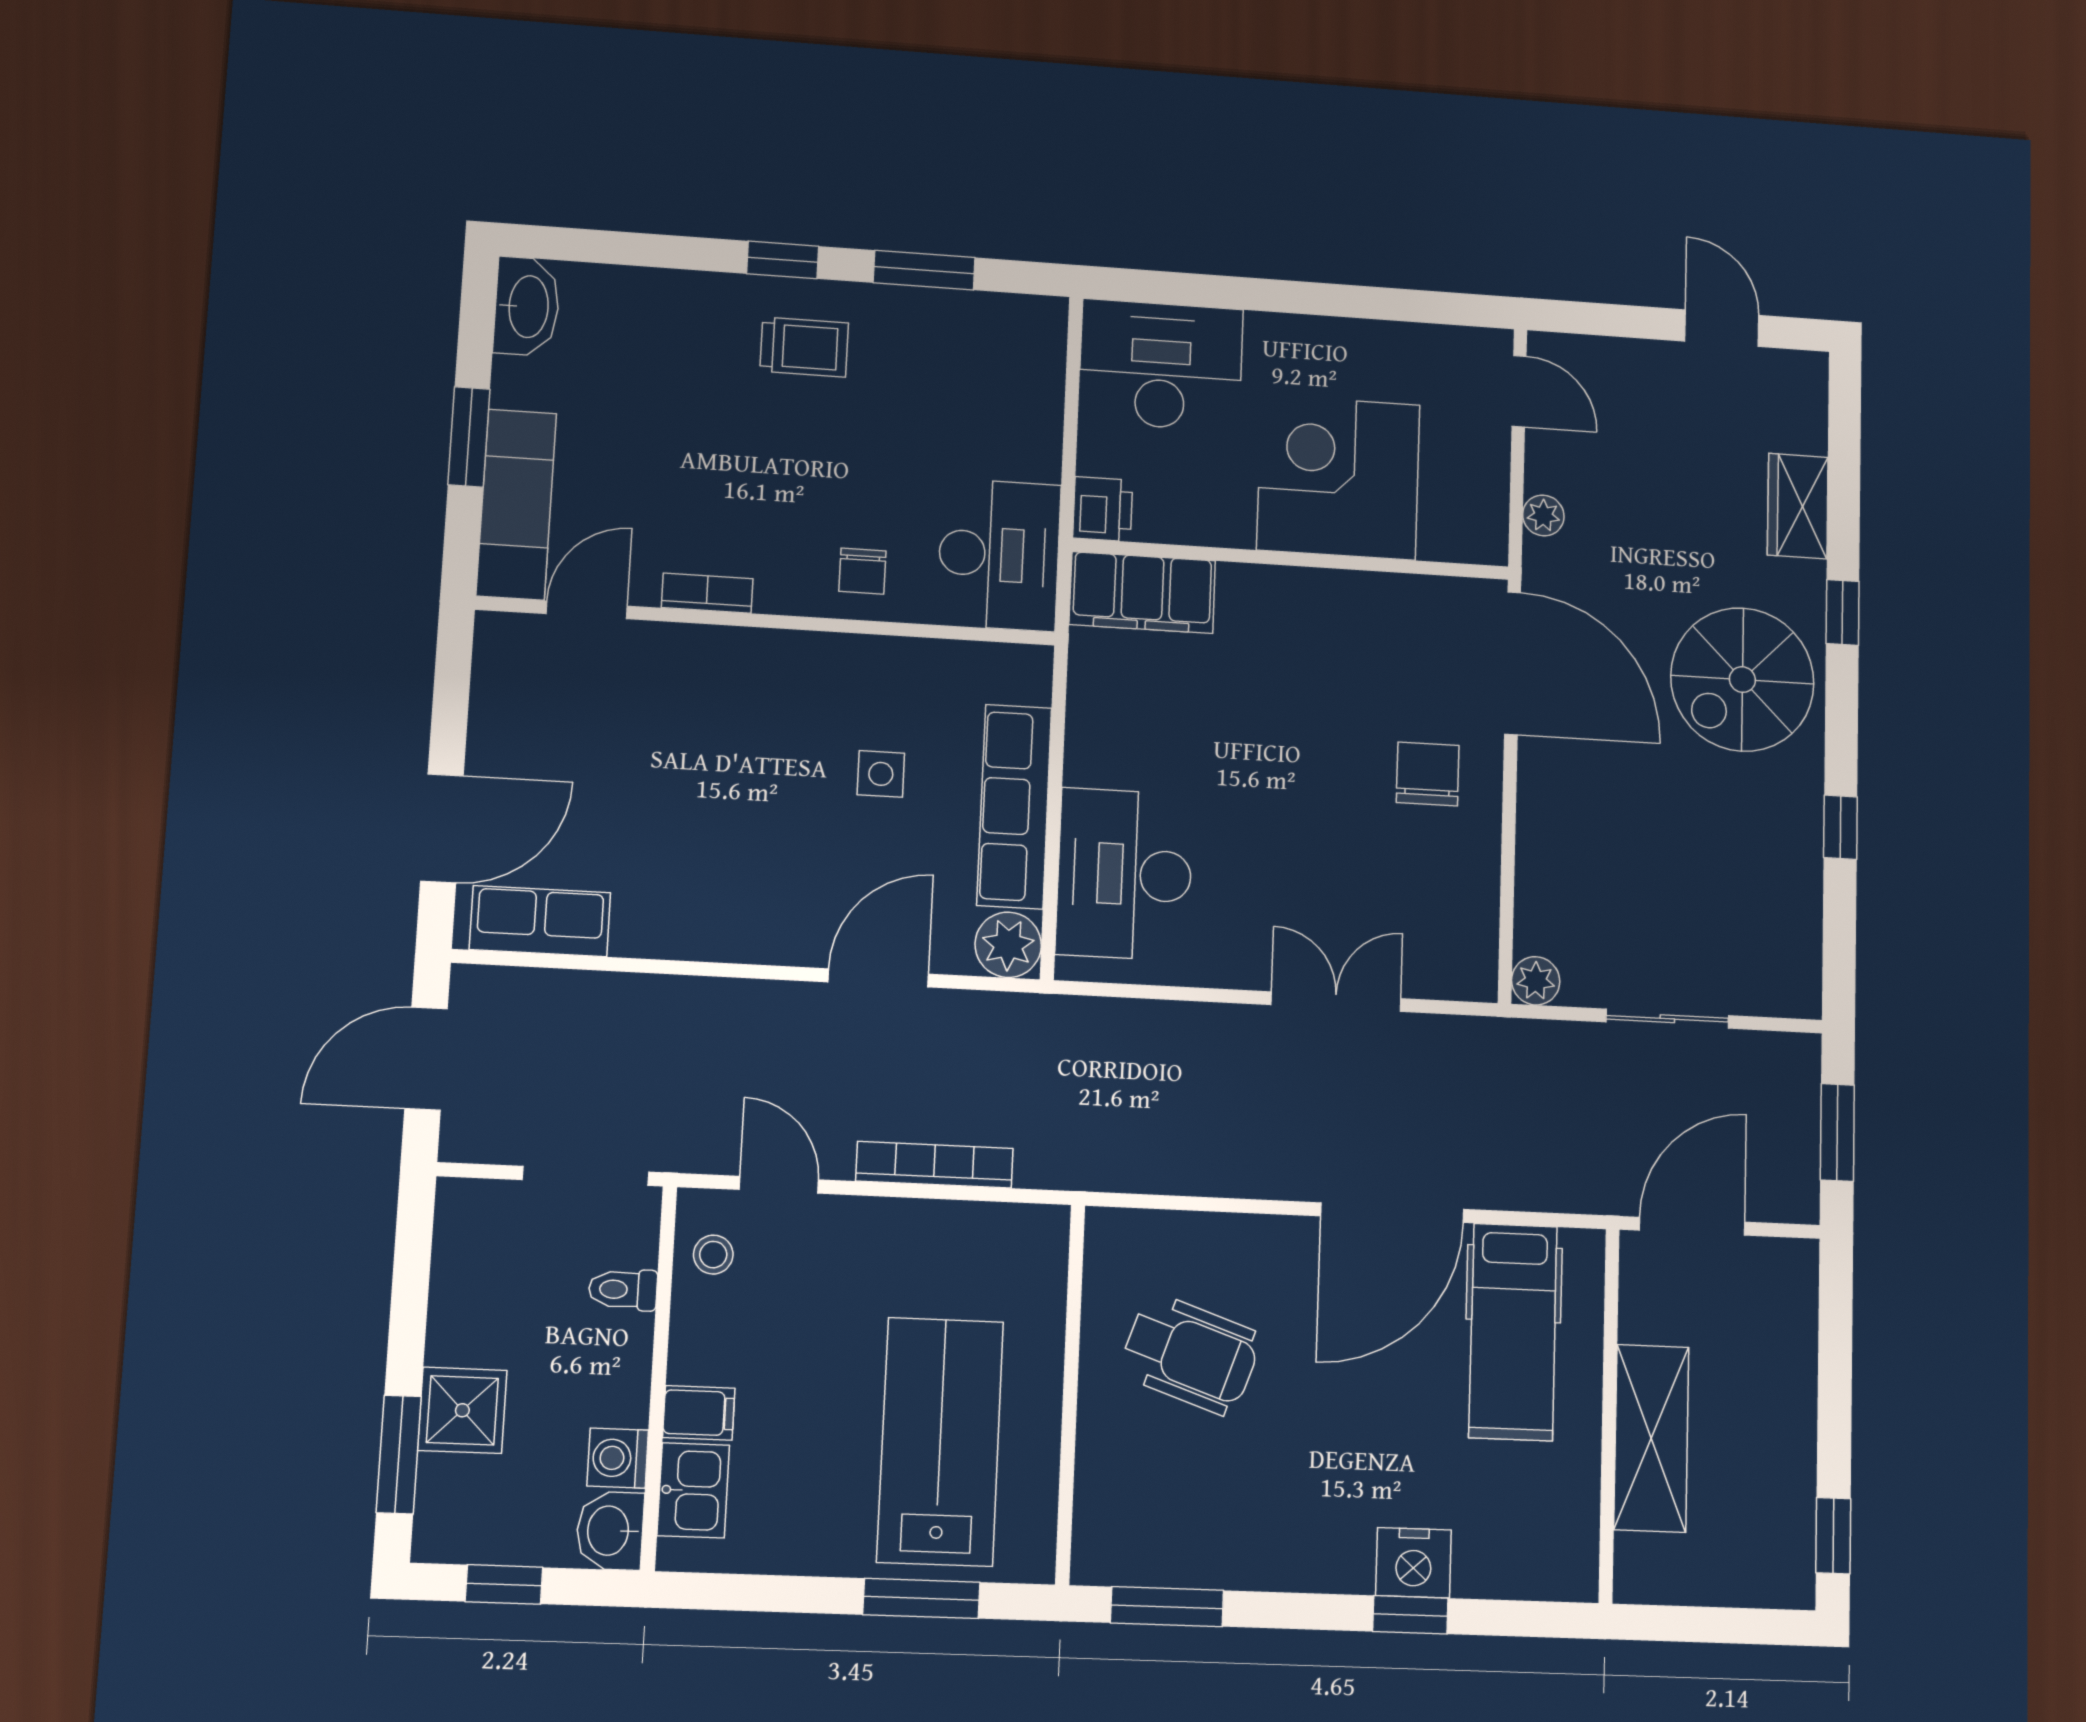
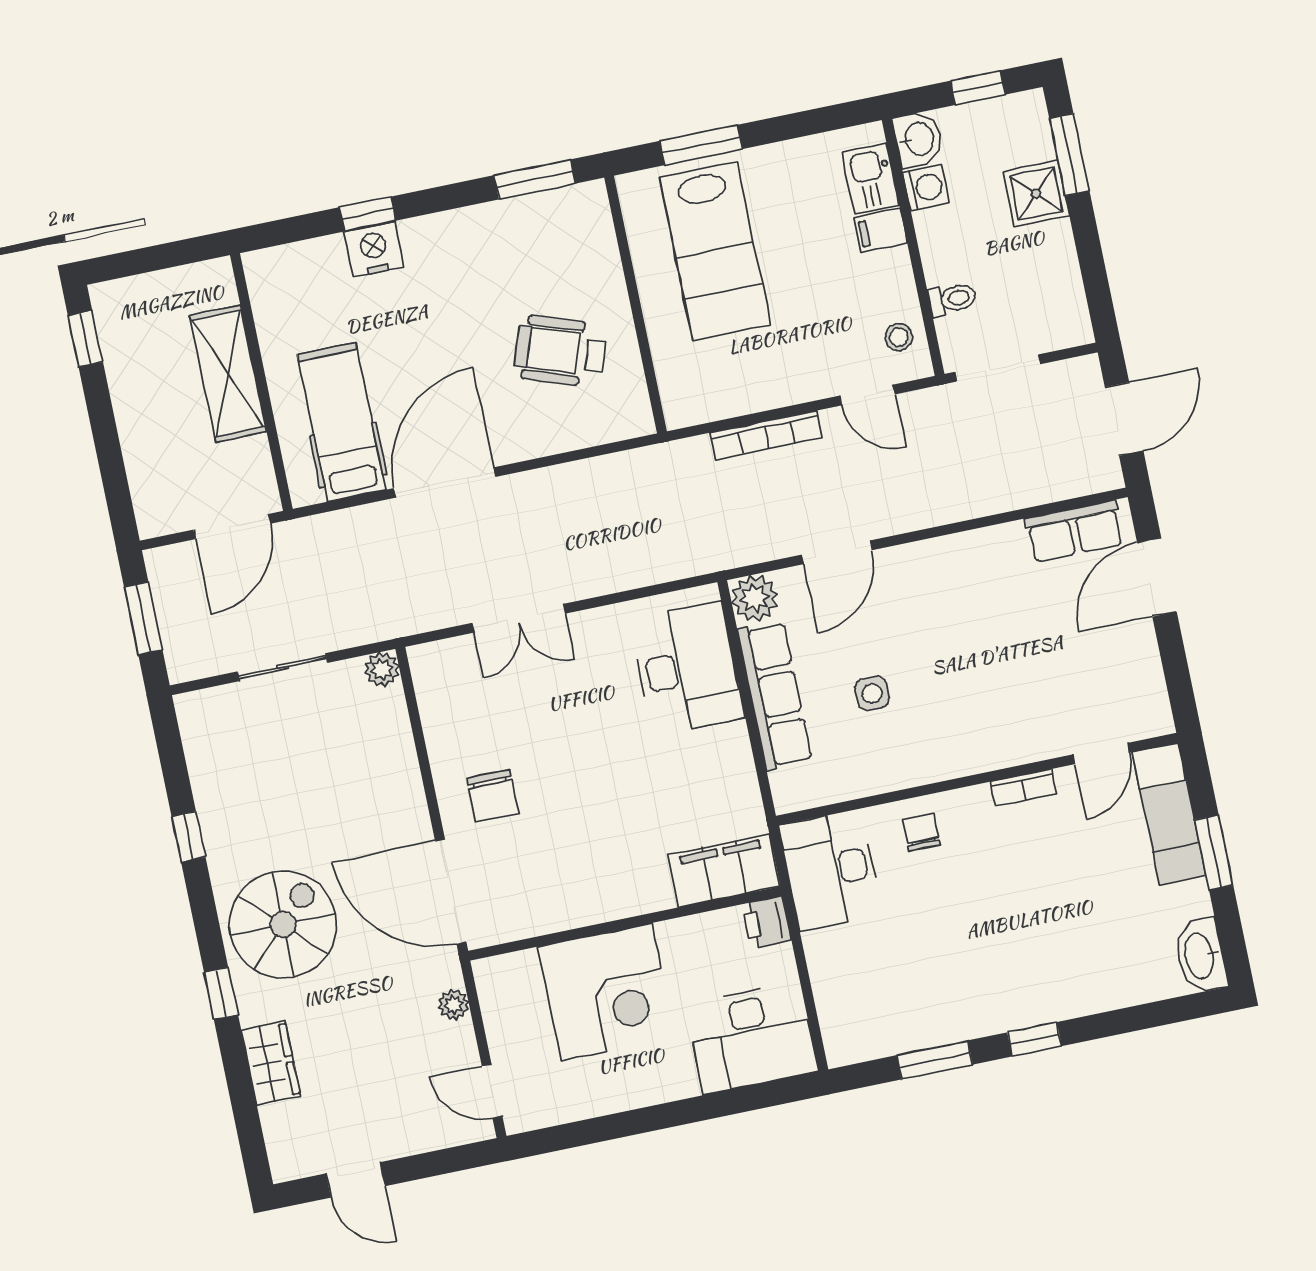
trolley: (804, 347) -> (1003, 981), removed

